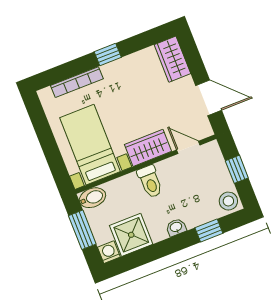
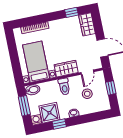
window: (108, 54) -> (71, 12), moved
door: (188, 147) -> (87, 72), swing flipped
stool: (228, 201) -> (87, 94), moved
window: (209, 231) -> (59, 124), moved

